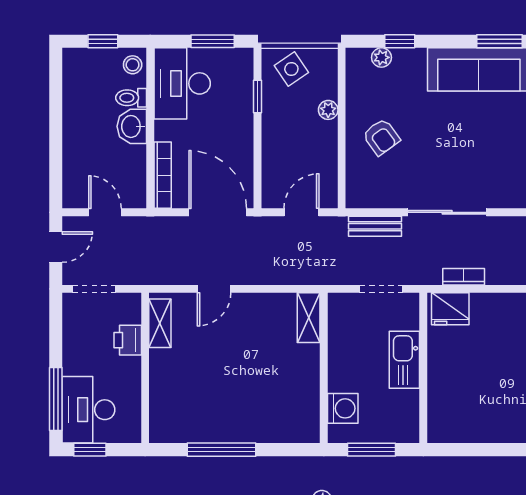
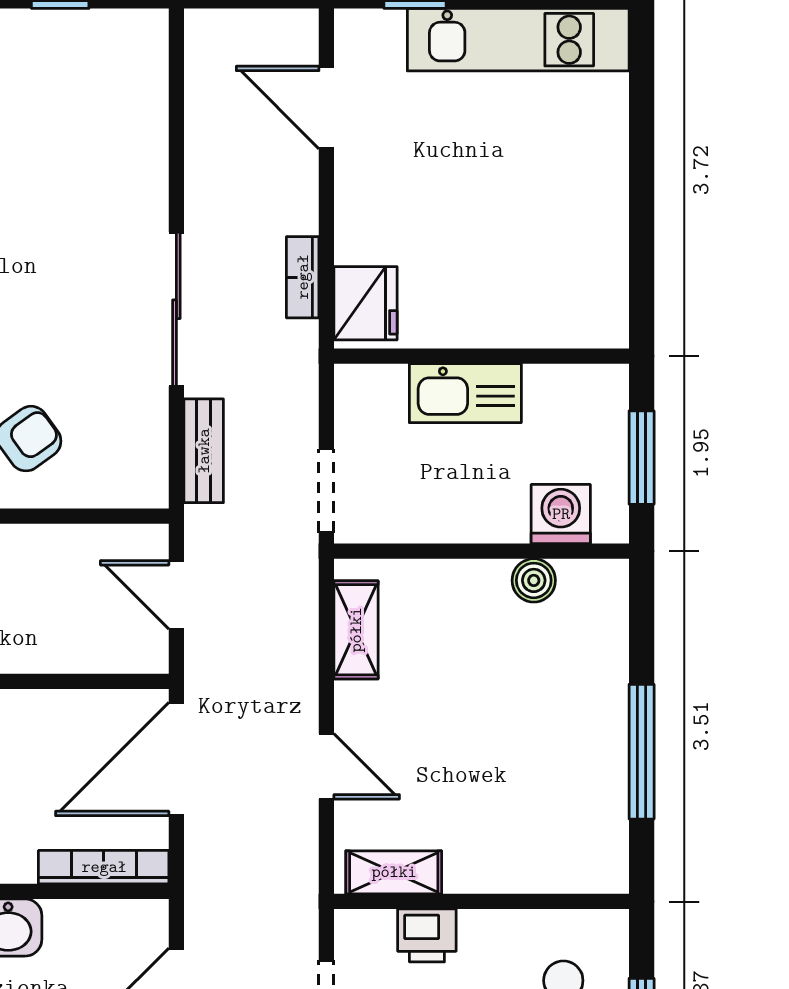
doorway: (381, 289) -> (326, 491), moved
shelving: (309, 318) -> (356, 630), moved, turned 90
boiler: (309, 395) -> (534, 580), added

